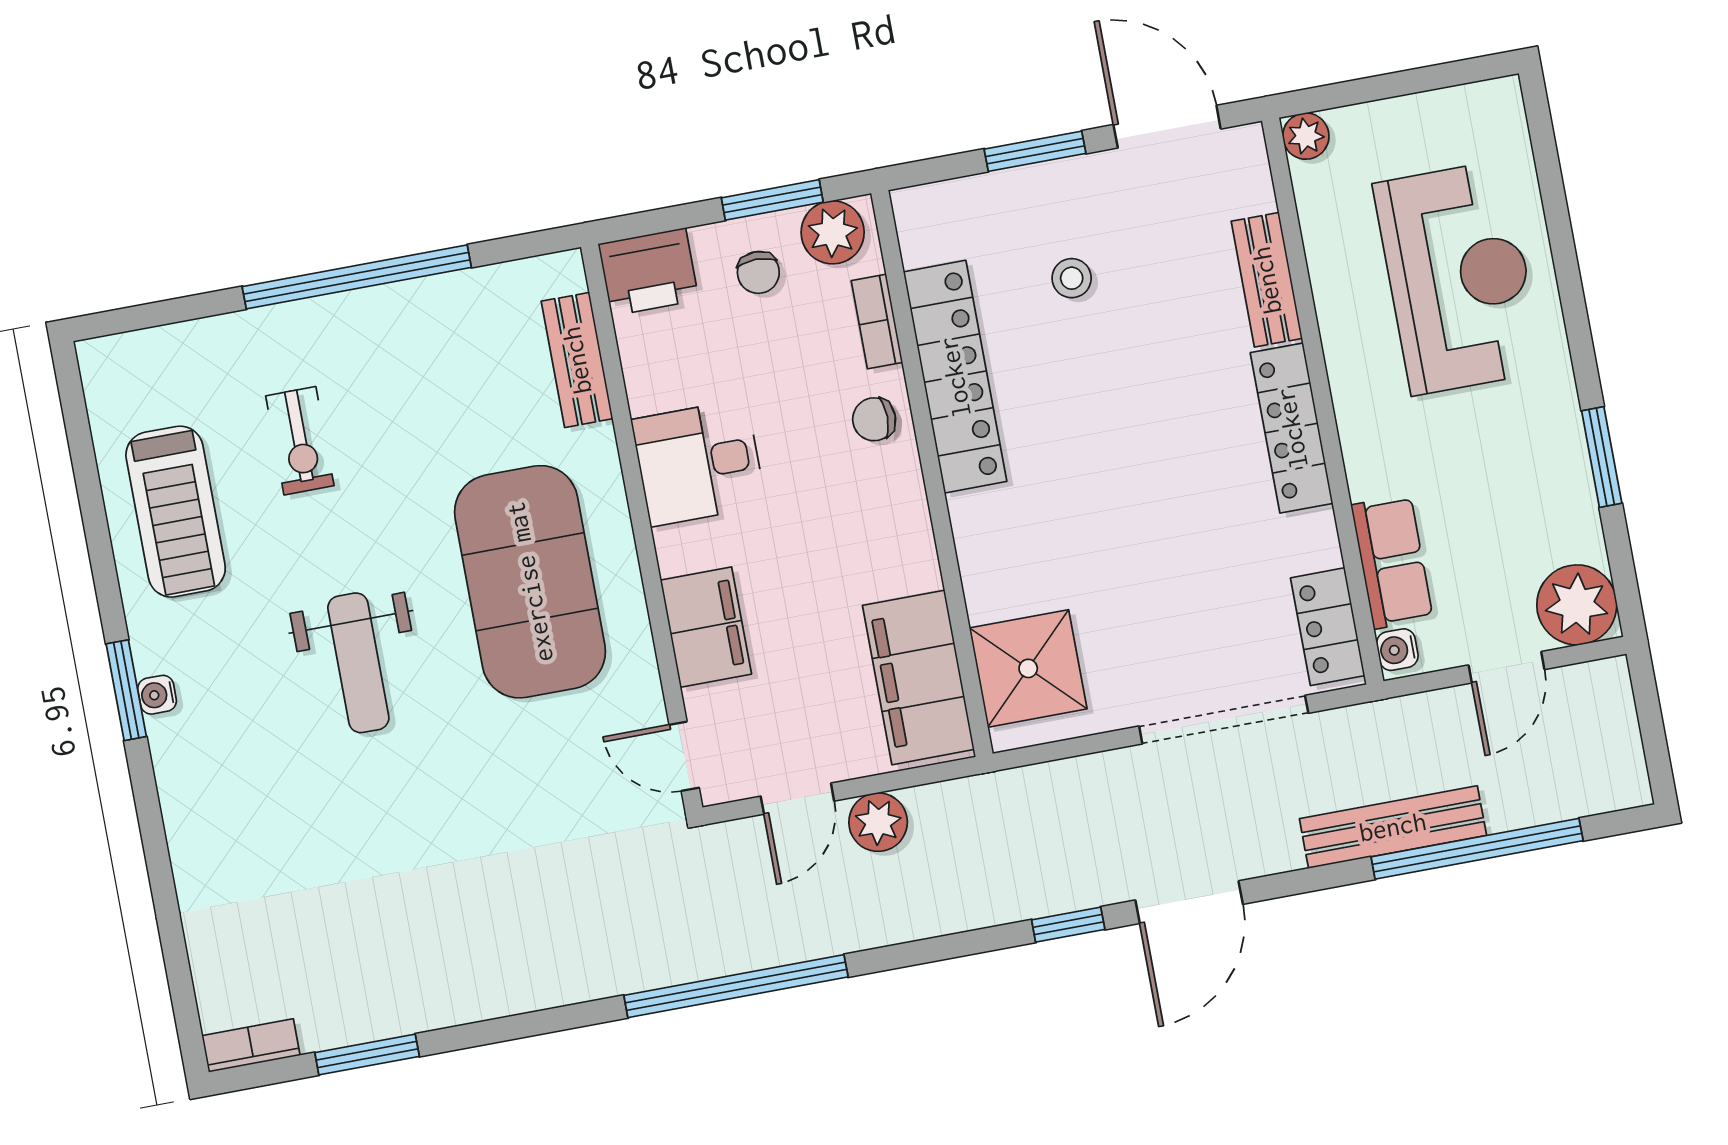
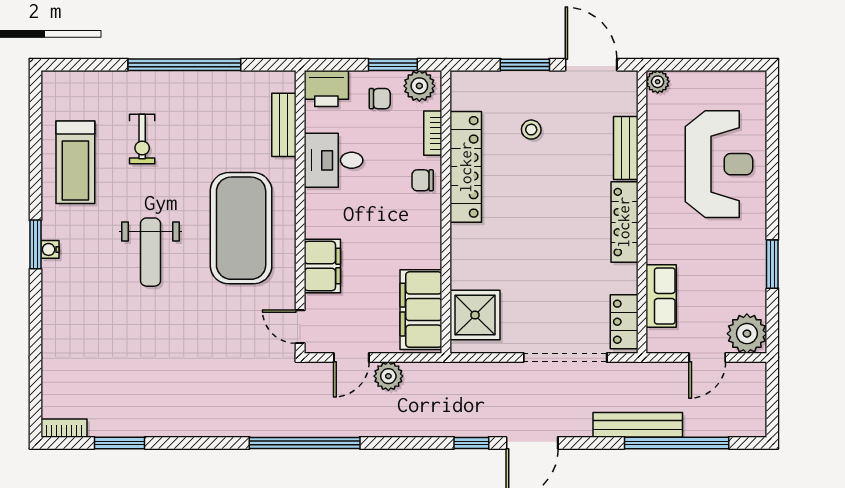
chair: (758, 272) -> (380, 99), turned -90
desk: (699, 463) -> (334, 160), moved
water cooler: (1397, 650) -> (656, 339), removed

